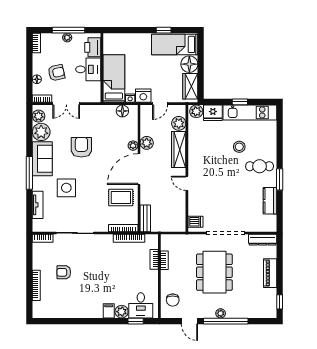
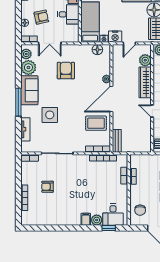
plant: (147, 143) -> (118, 77), removed
armchair: (81, 147) -> (66, 71), moved

